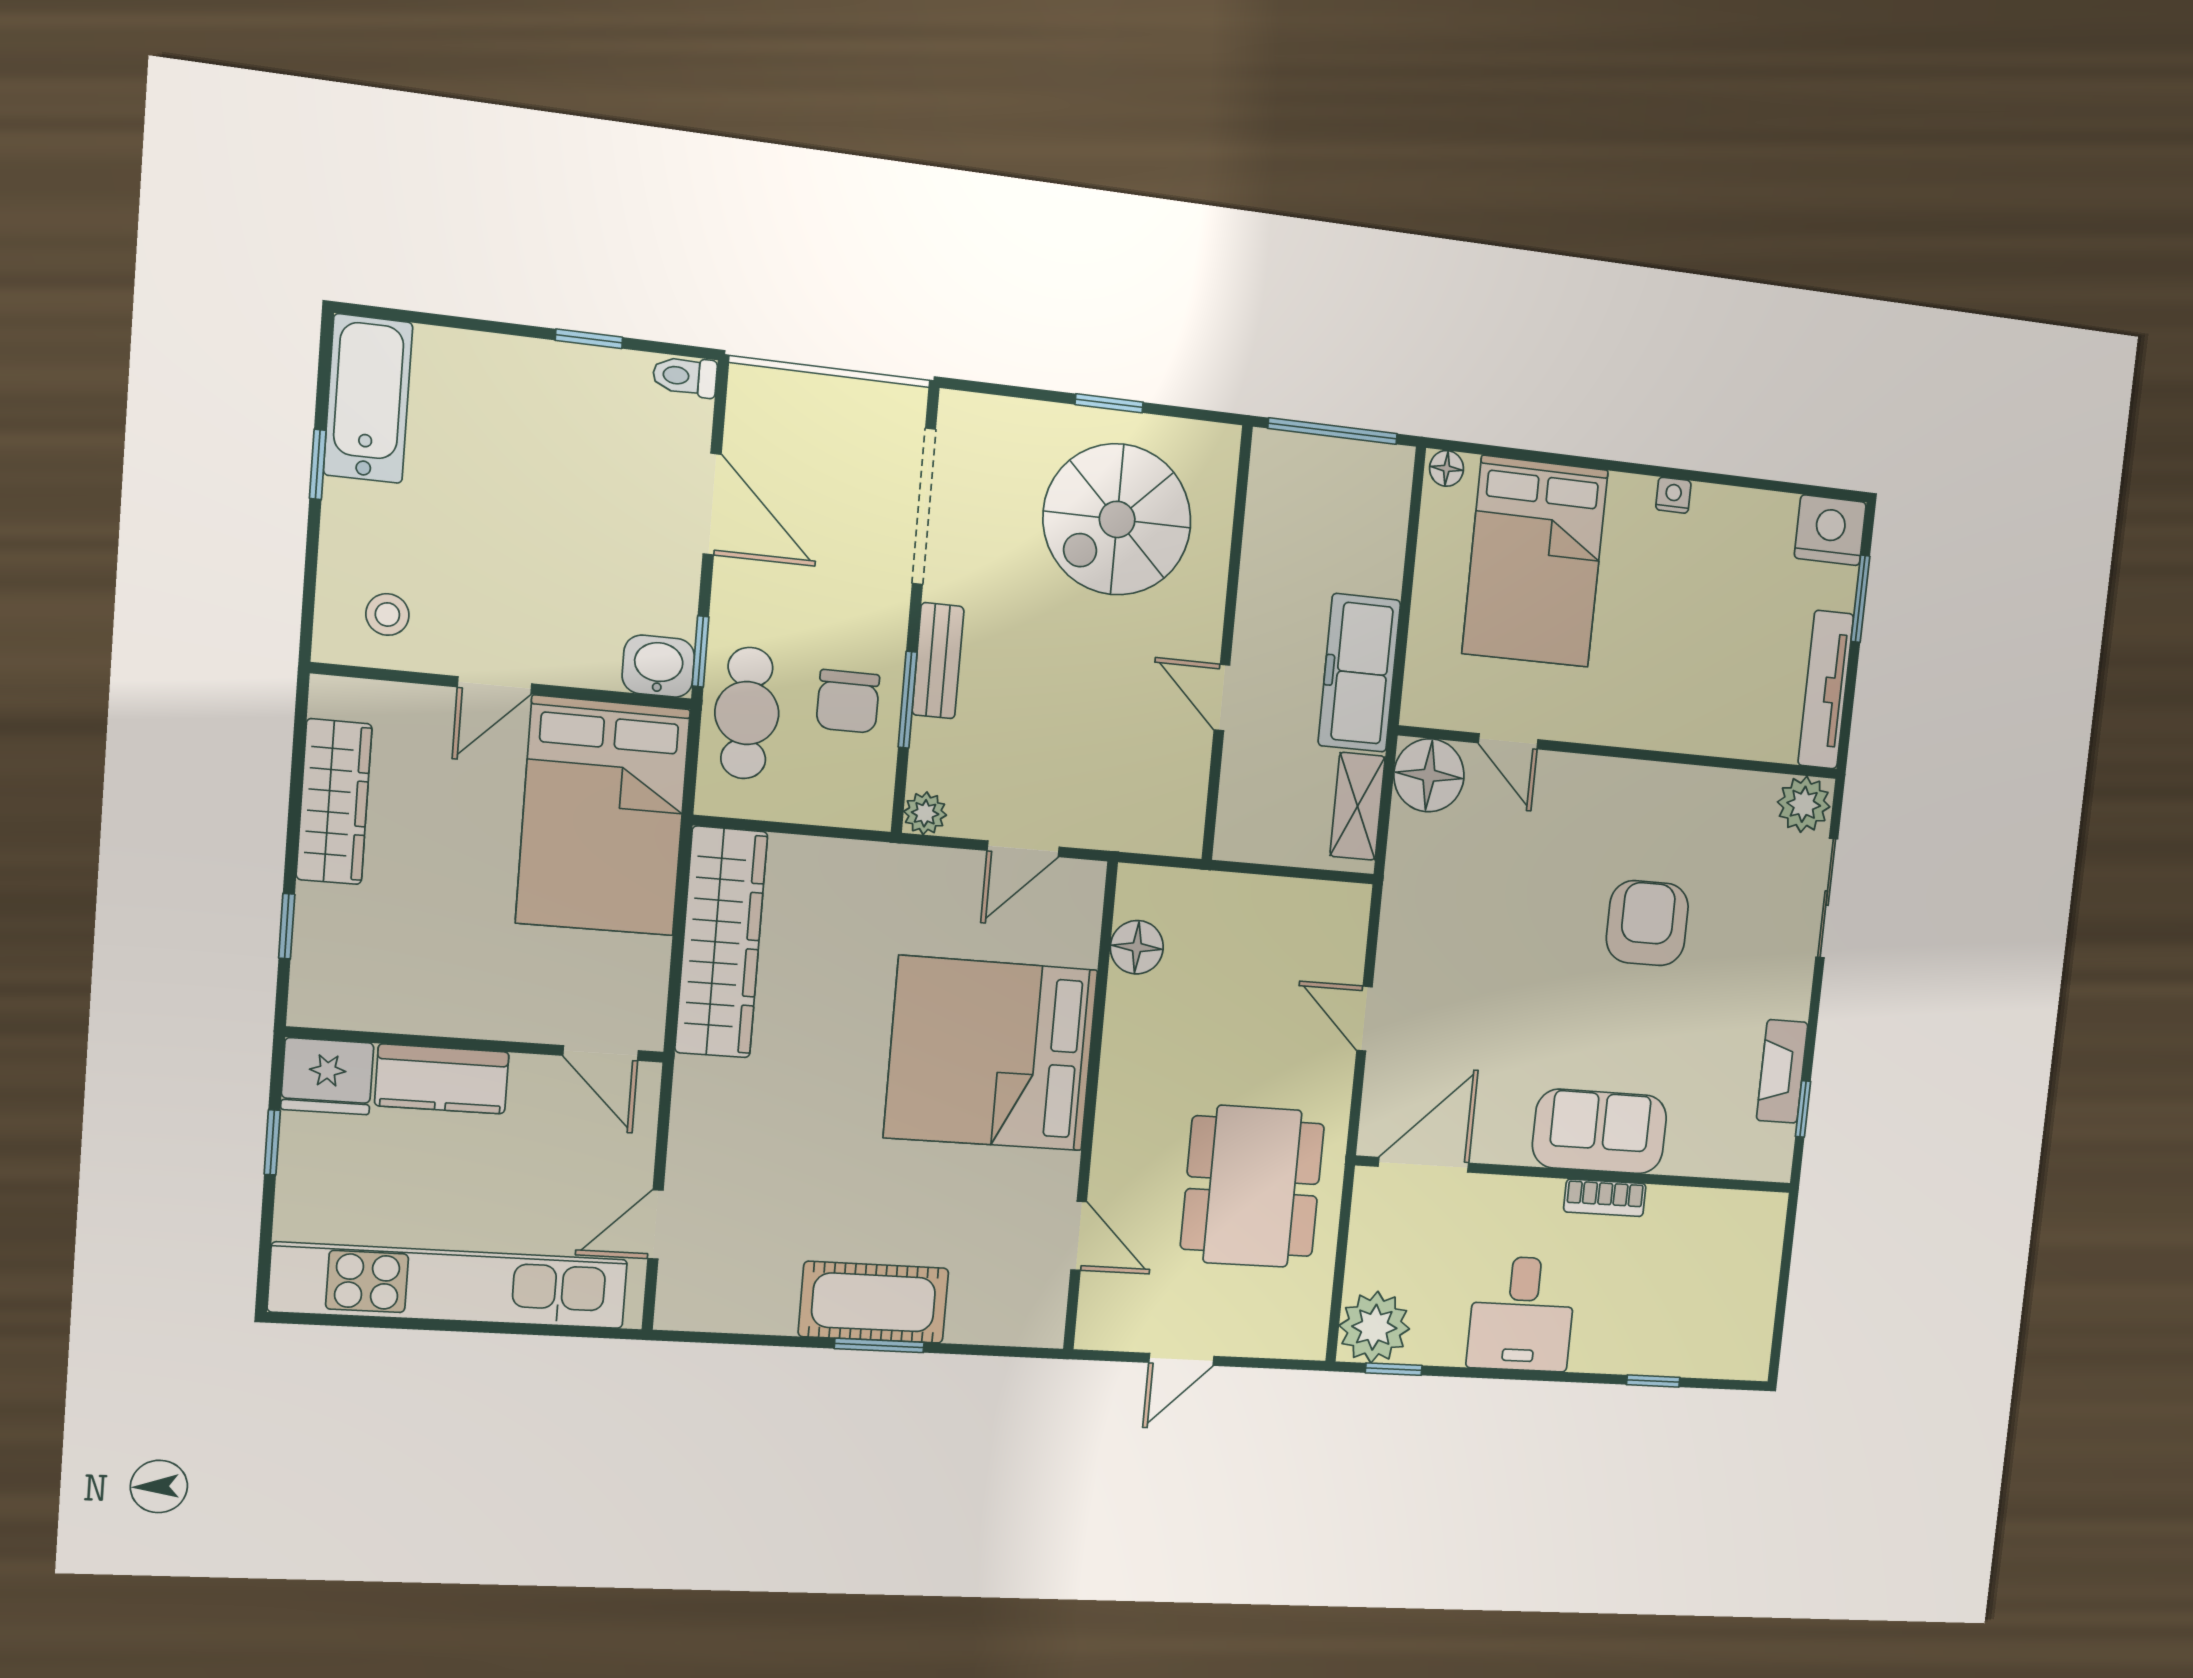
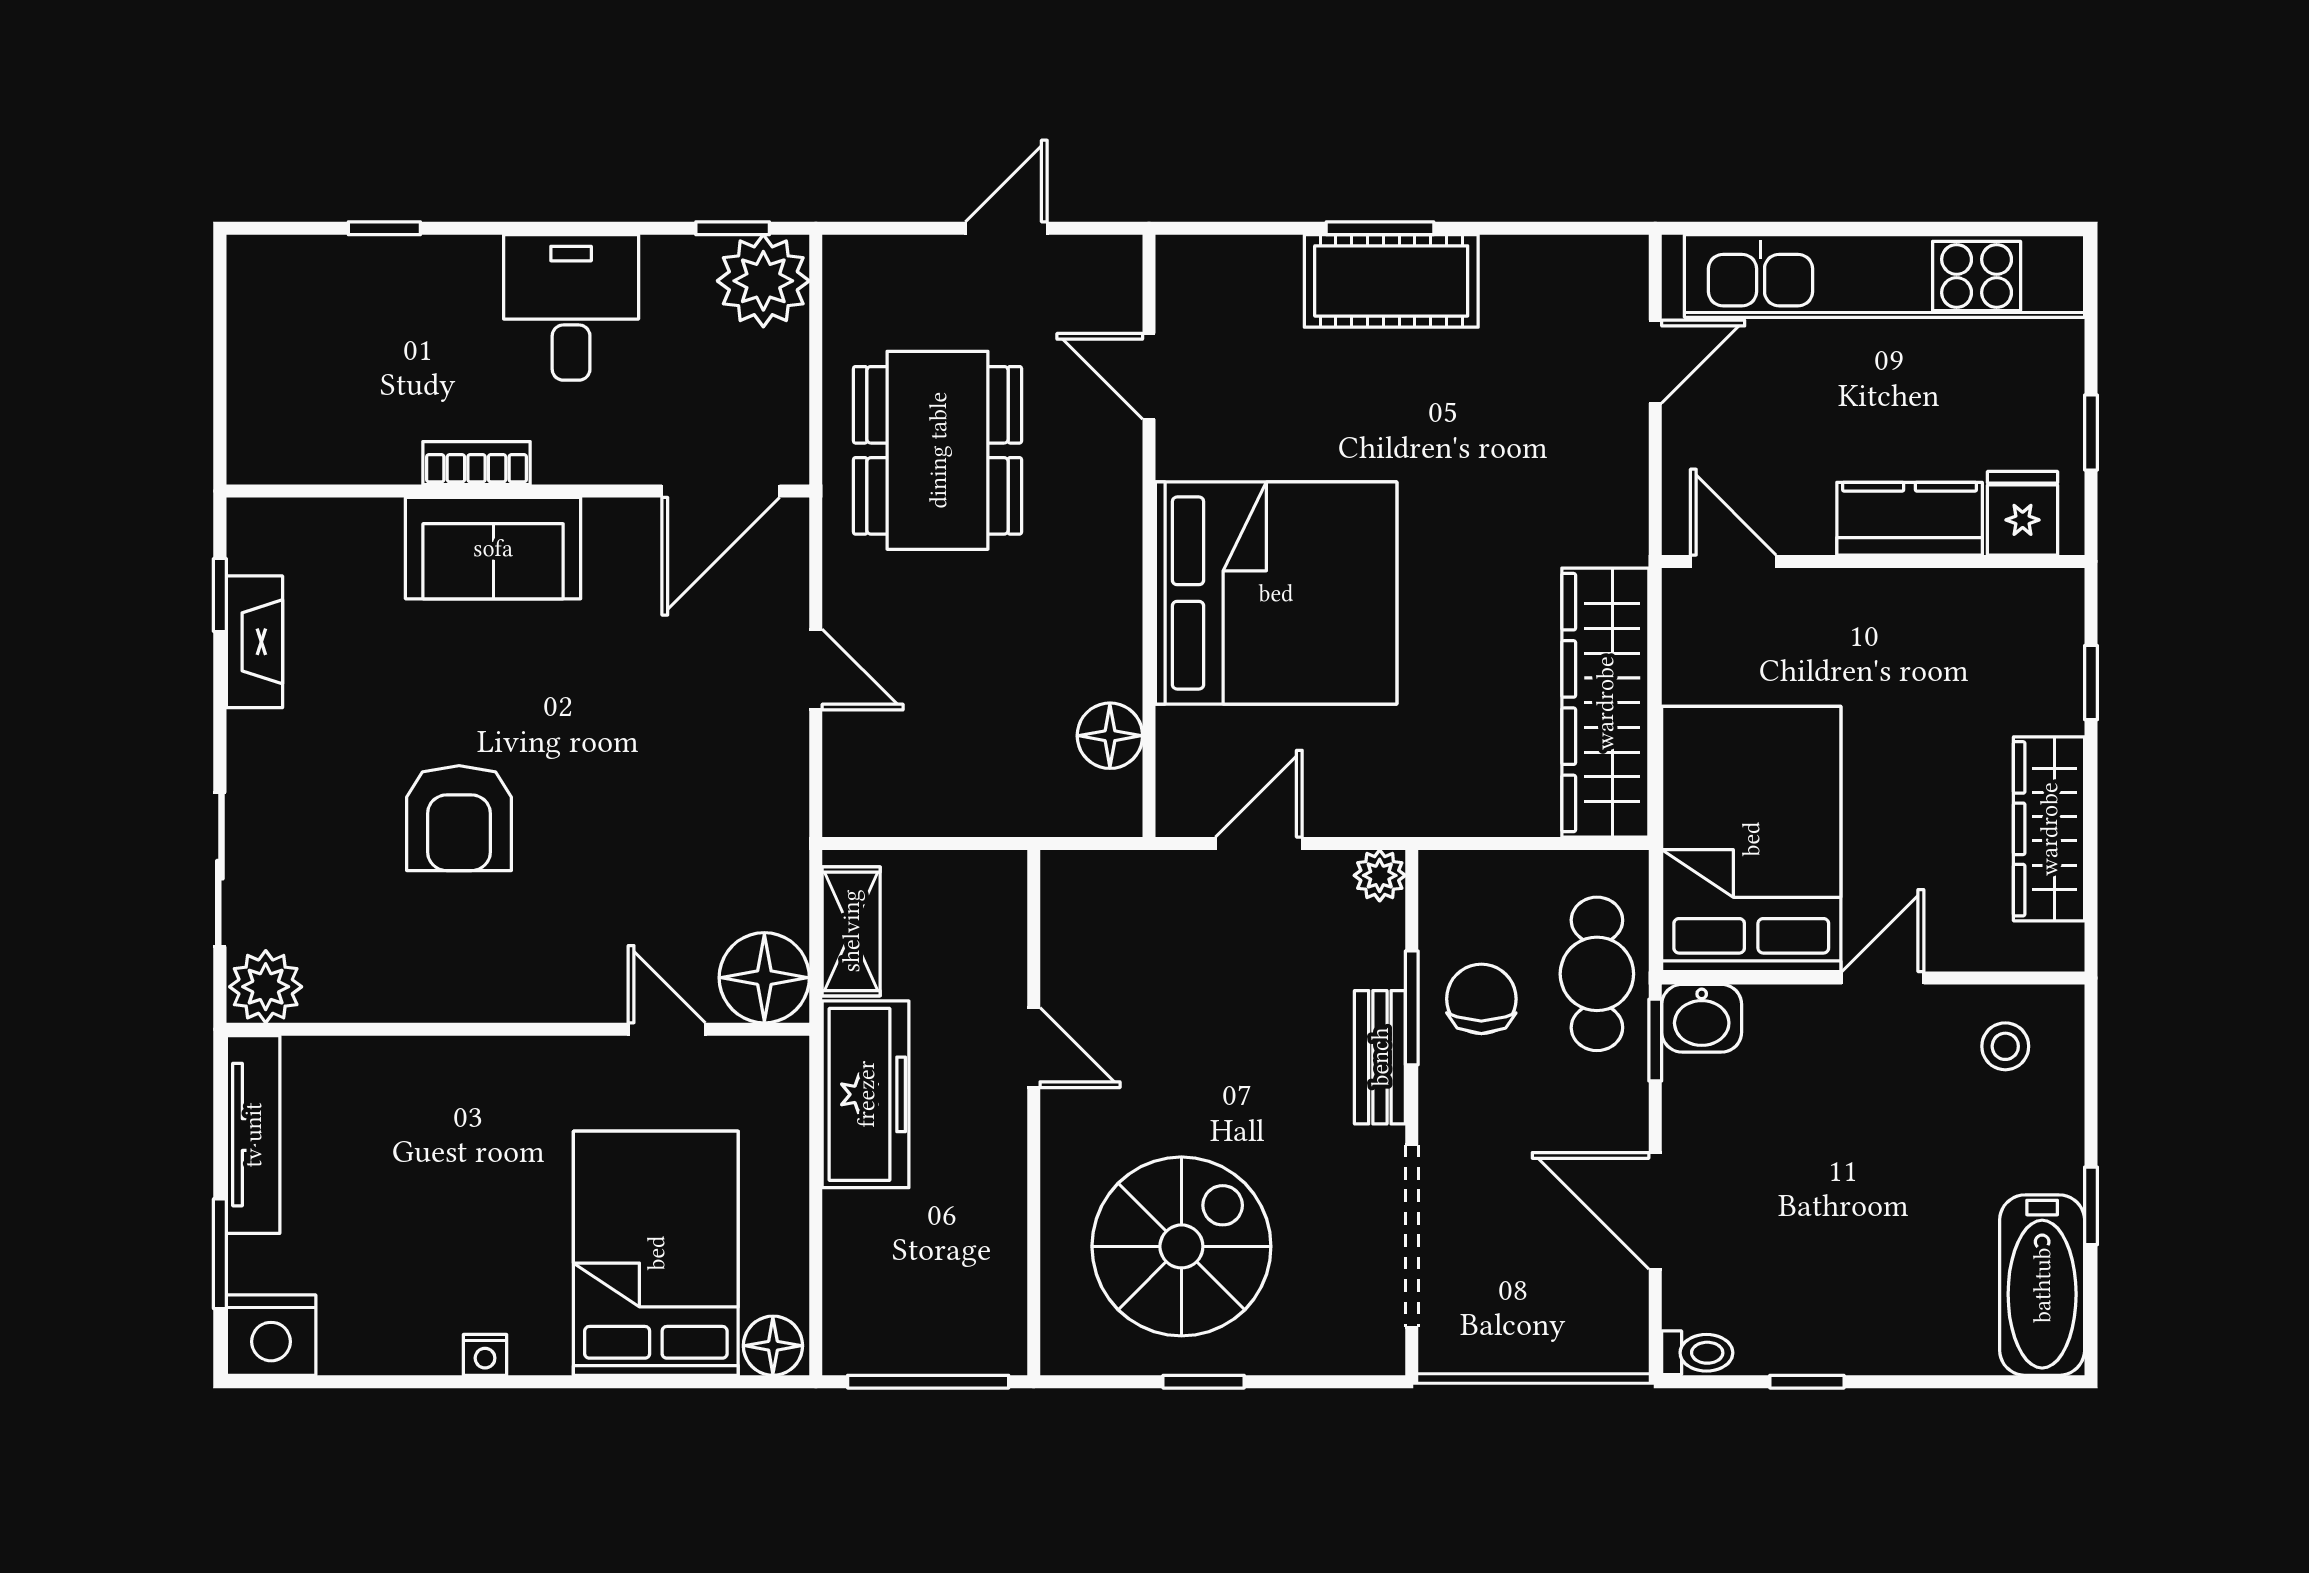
floor lamp: (1447, 468) -> (773, 1346), width x1.37, depth x1.37
fridge: (327, 1076) -> (2023, 513), width x0.72

